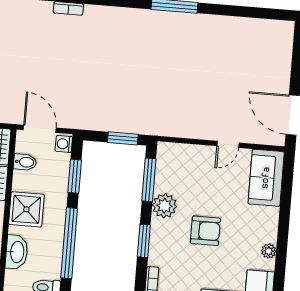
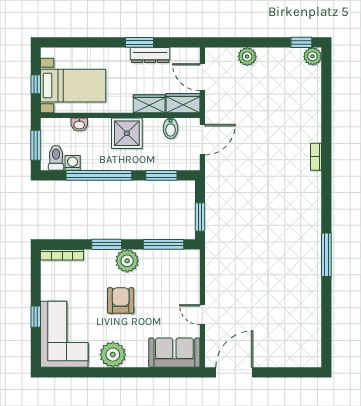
washing machine: (64, 144) -> (73, 163), moved
plant: (165, 206) -> (127, 261), moved
armchair: (205, 231) -> (121, 300), turned 180
plant: (269, 251) -> (113, 355), width x1.88, depth x1.88
washbasin: (17, 252) -> (79, 125), width x0.52, depth x0.69

